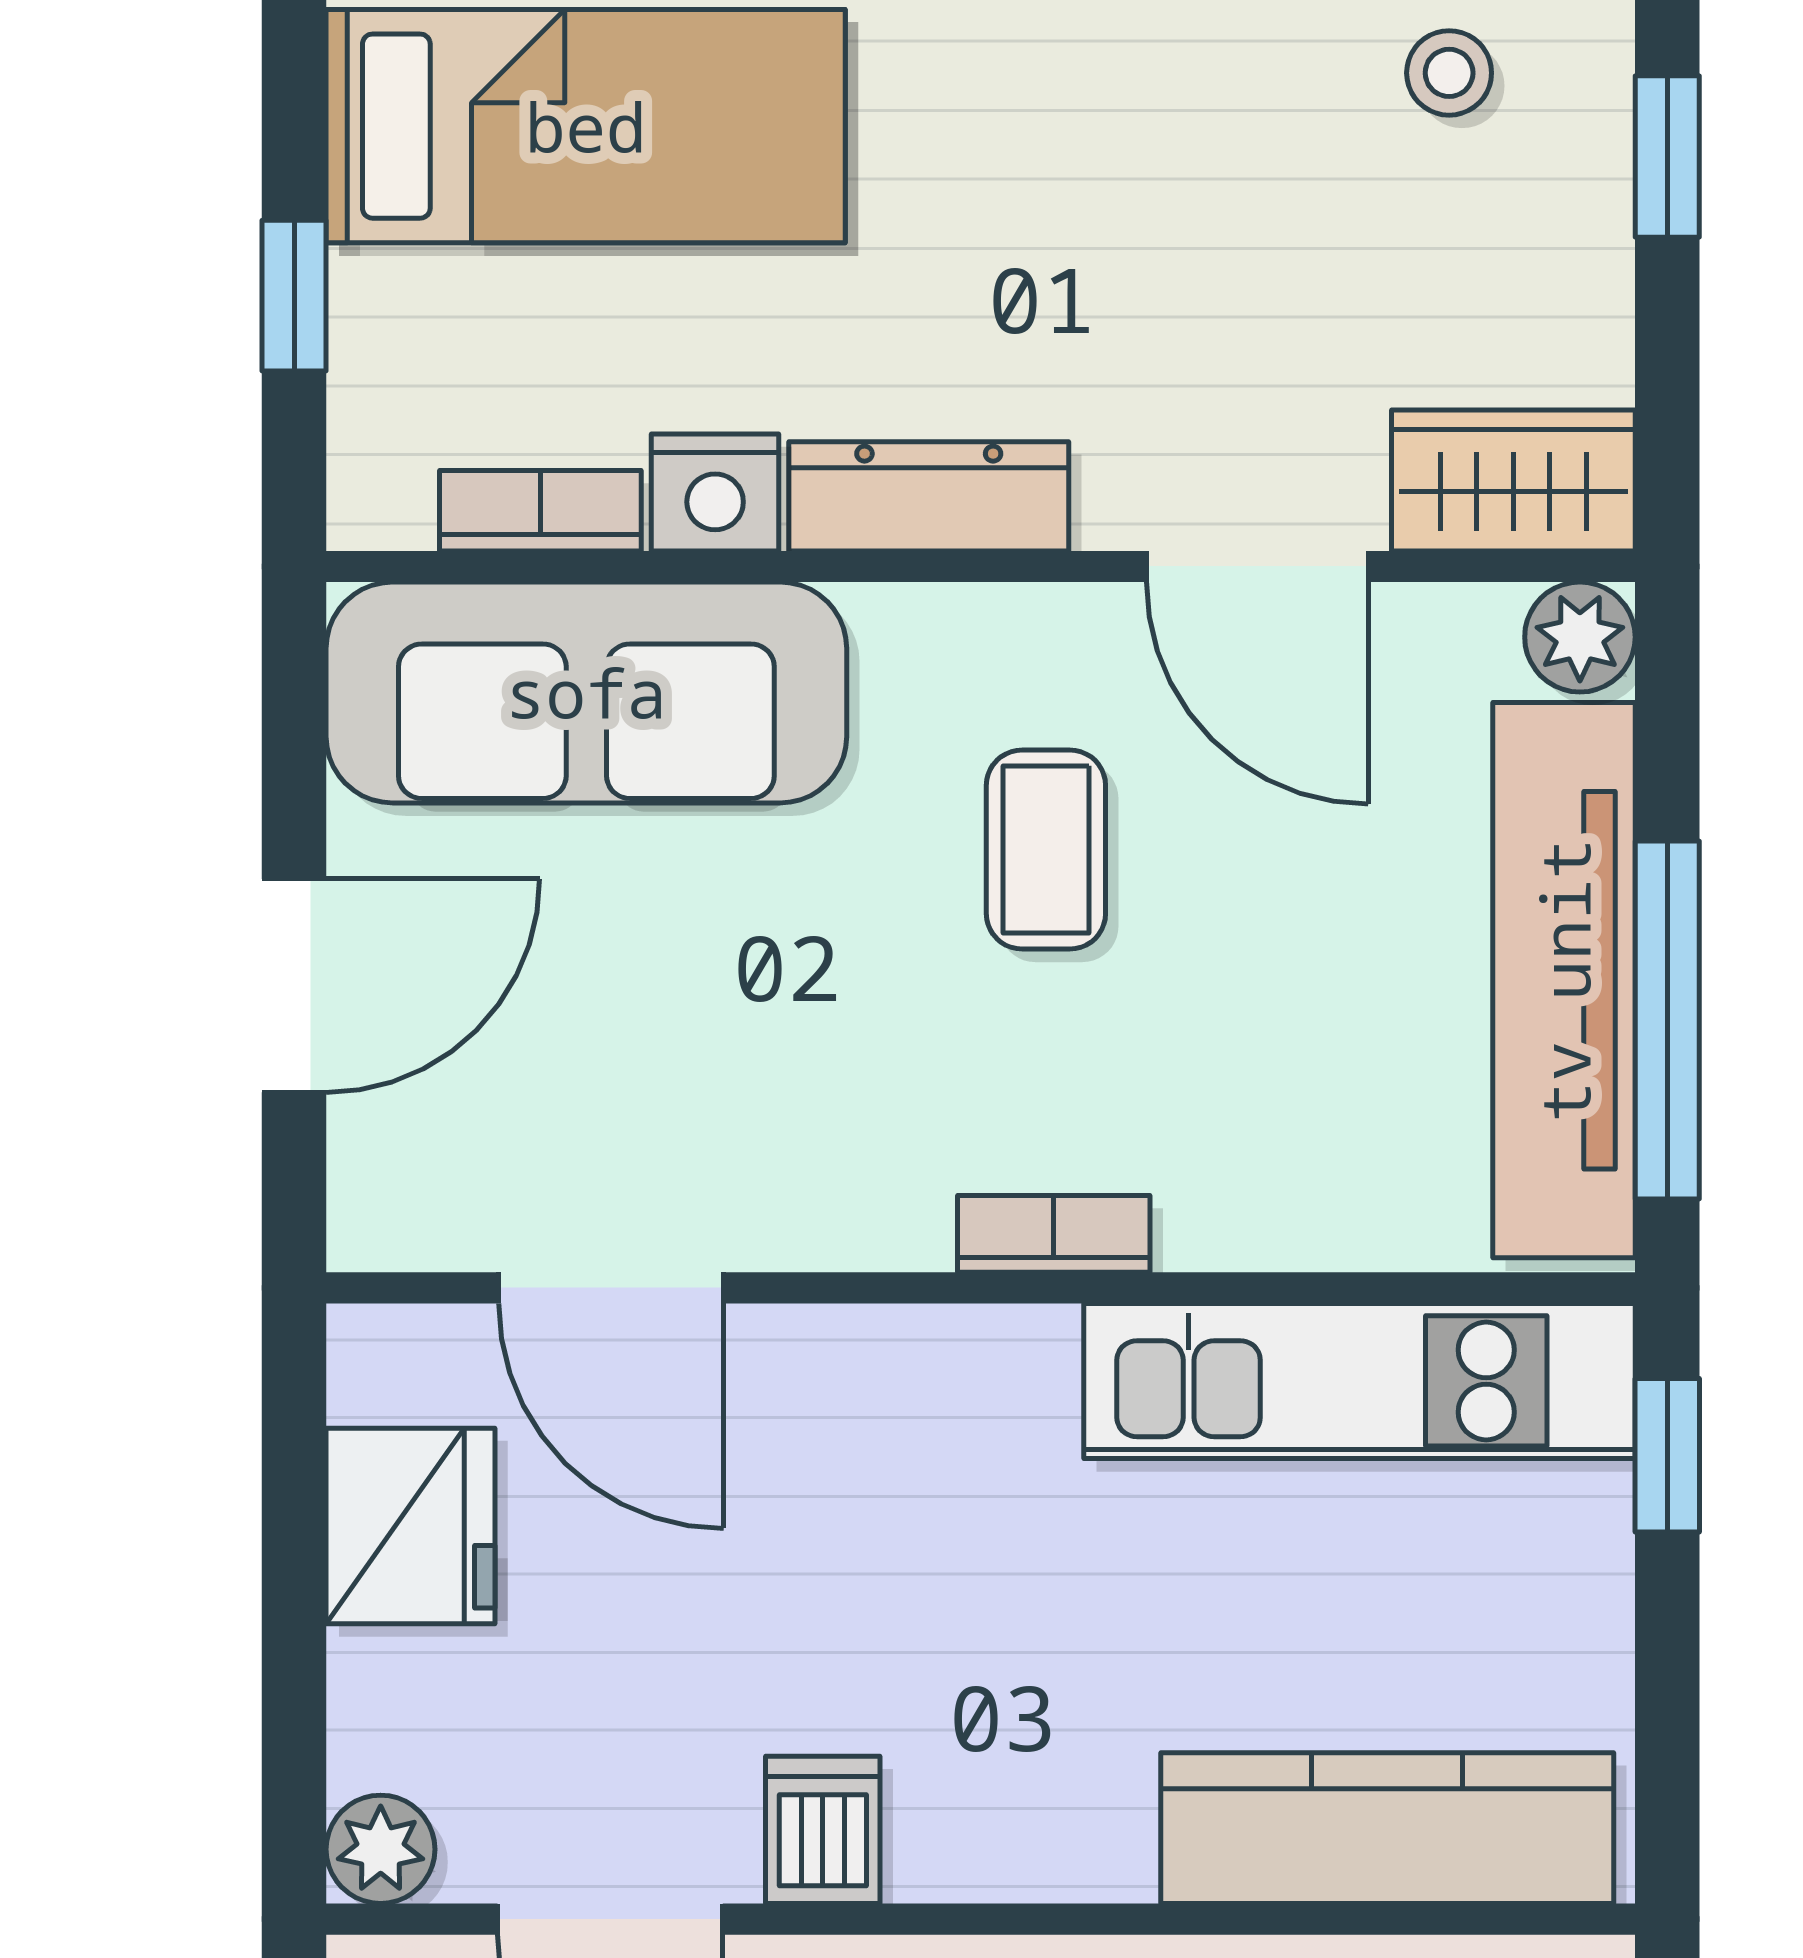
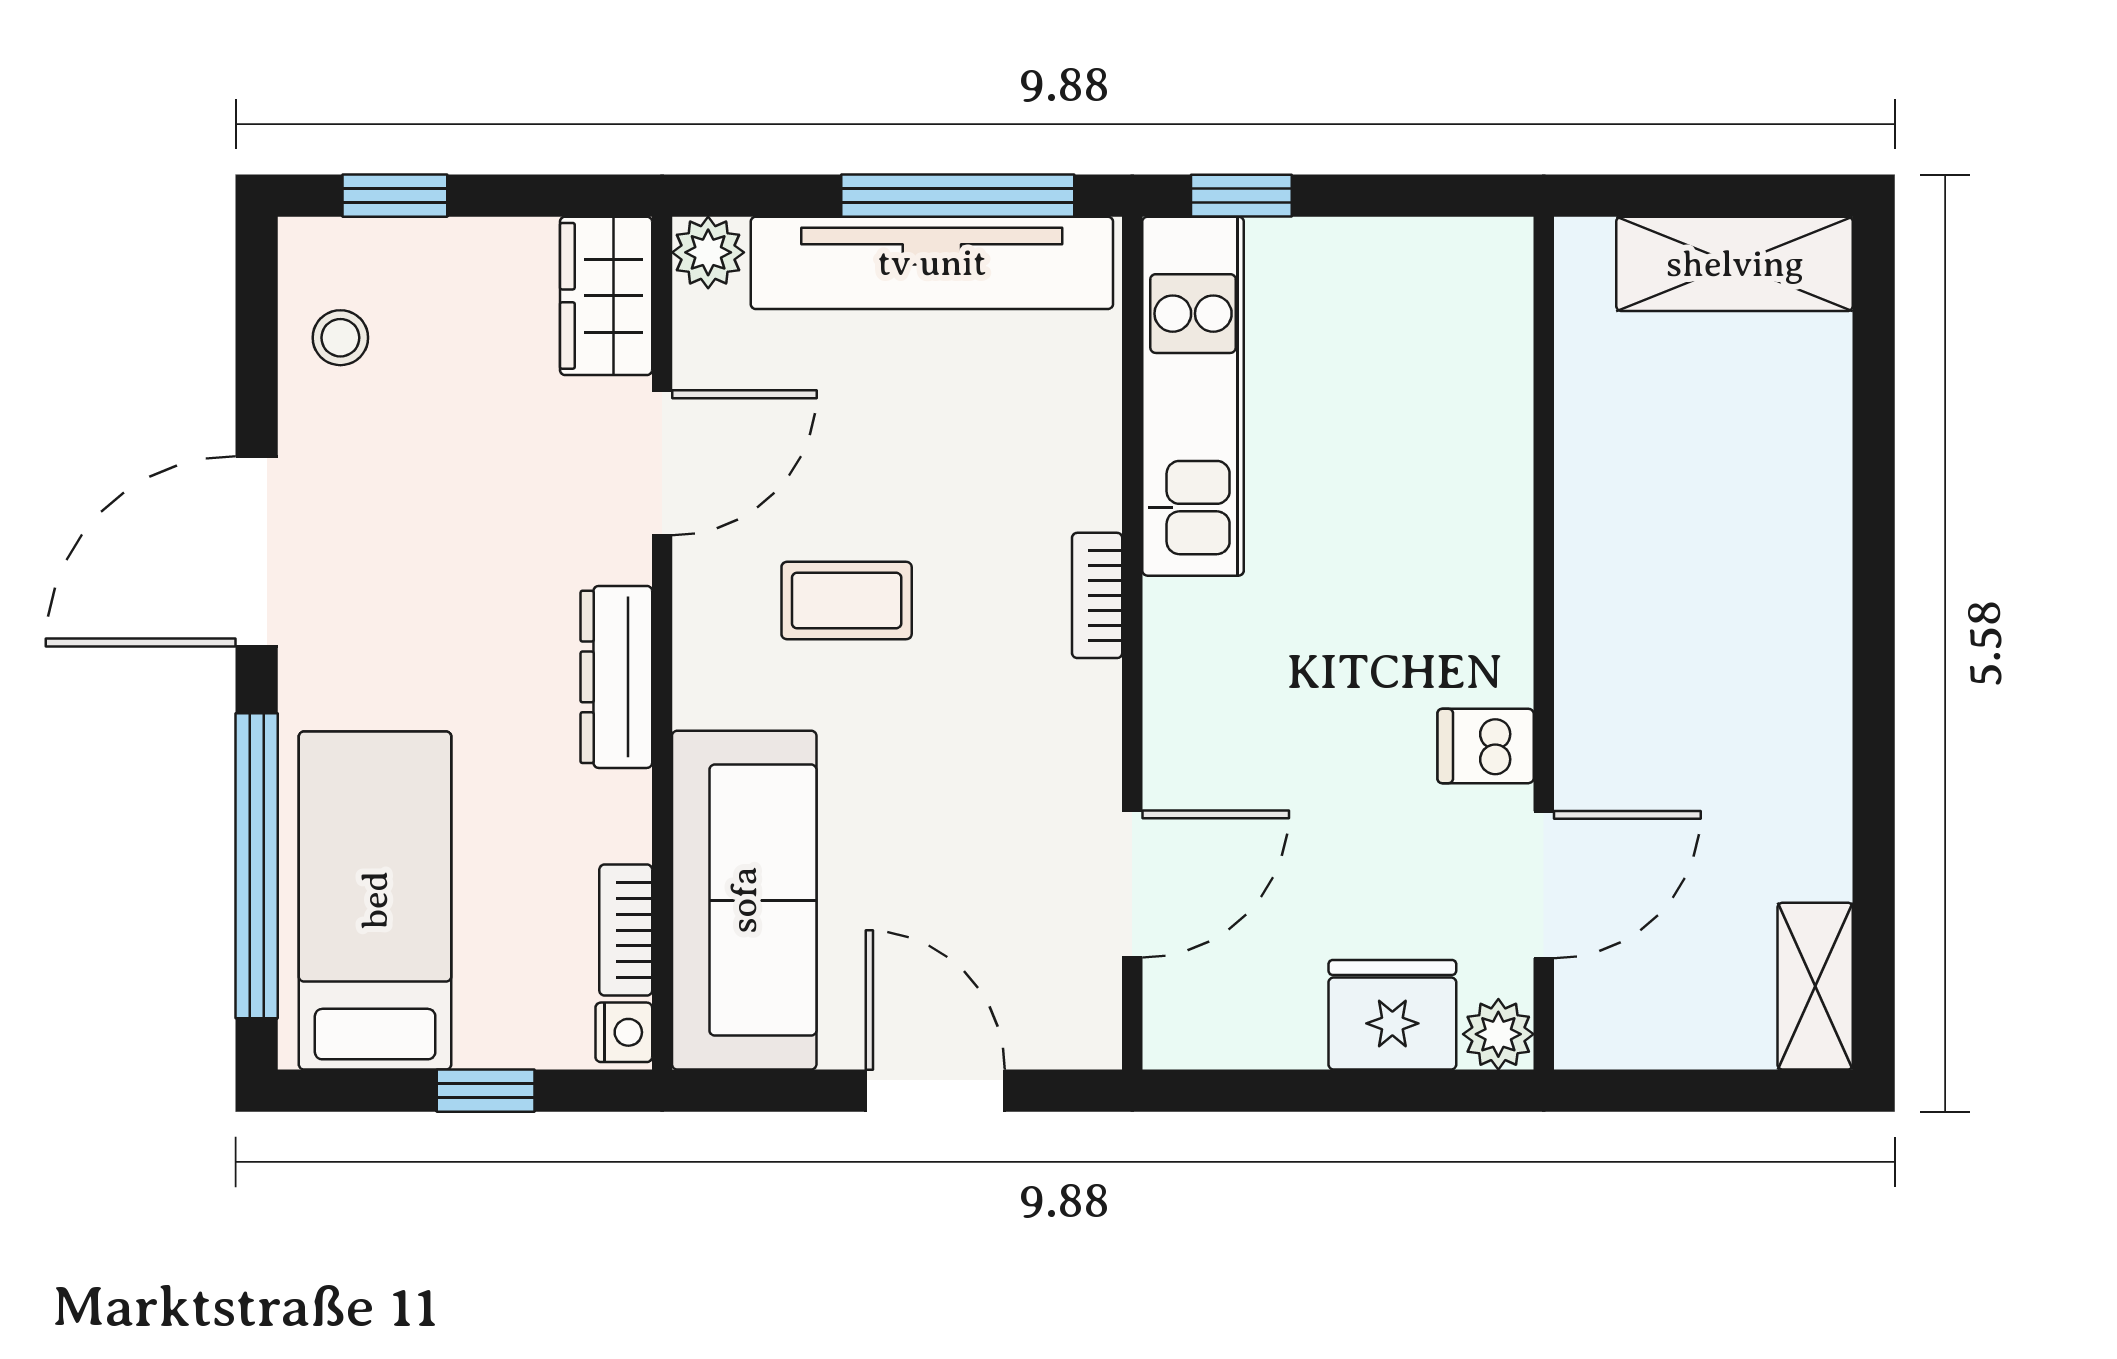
nightstand: (715, 493) -> (624, 1032), moved, width x0.72, depth x0.74
fridge: (411, 1526) -> (1392, 1015), moved
kitchen counter: (1387, 1828) -> (1484, 378), removed

